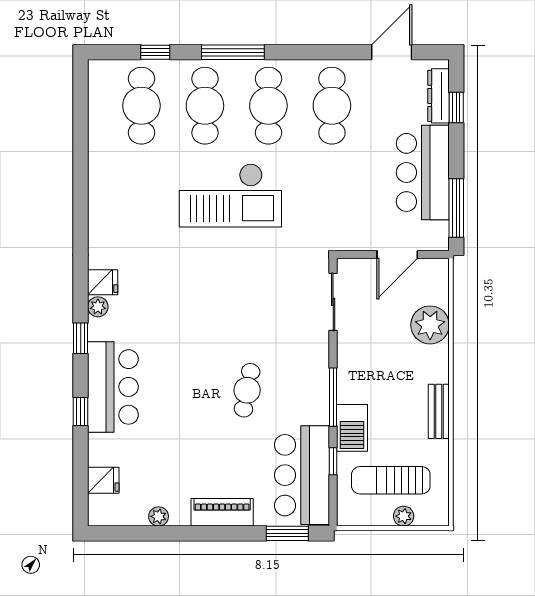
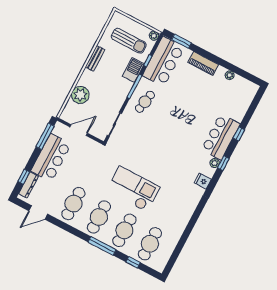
plant: (98, 307) -> (215, 163), moved
cafe table: (247, 390) -> (145, 102), moved
fridge: (103, 480) -> (244, 101), removed
plant: (404, 516) -> (154, 36), moved

